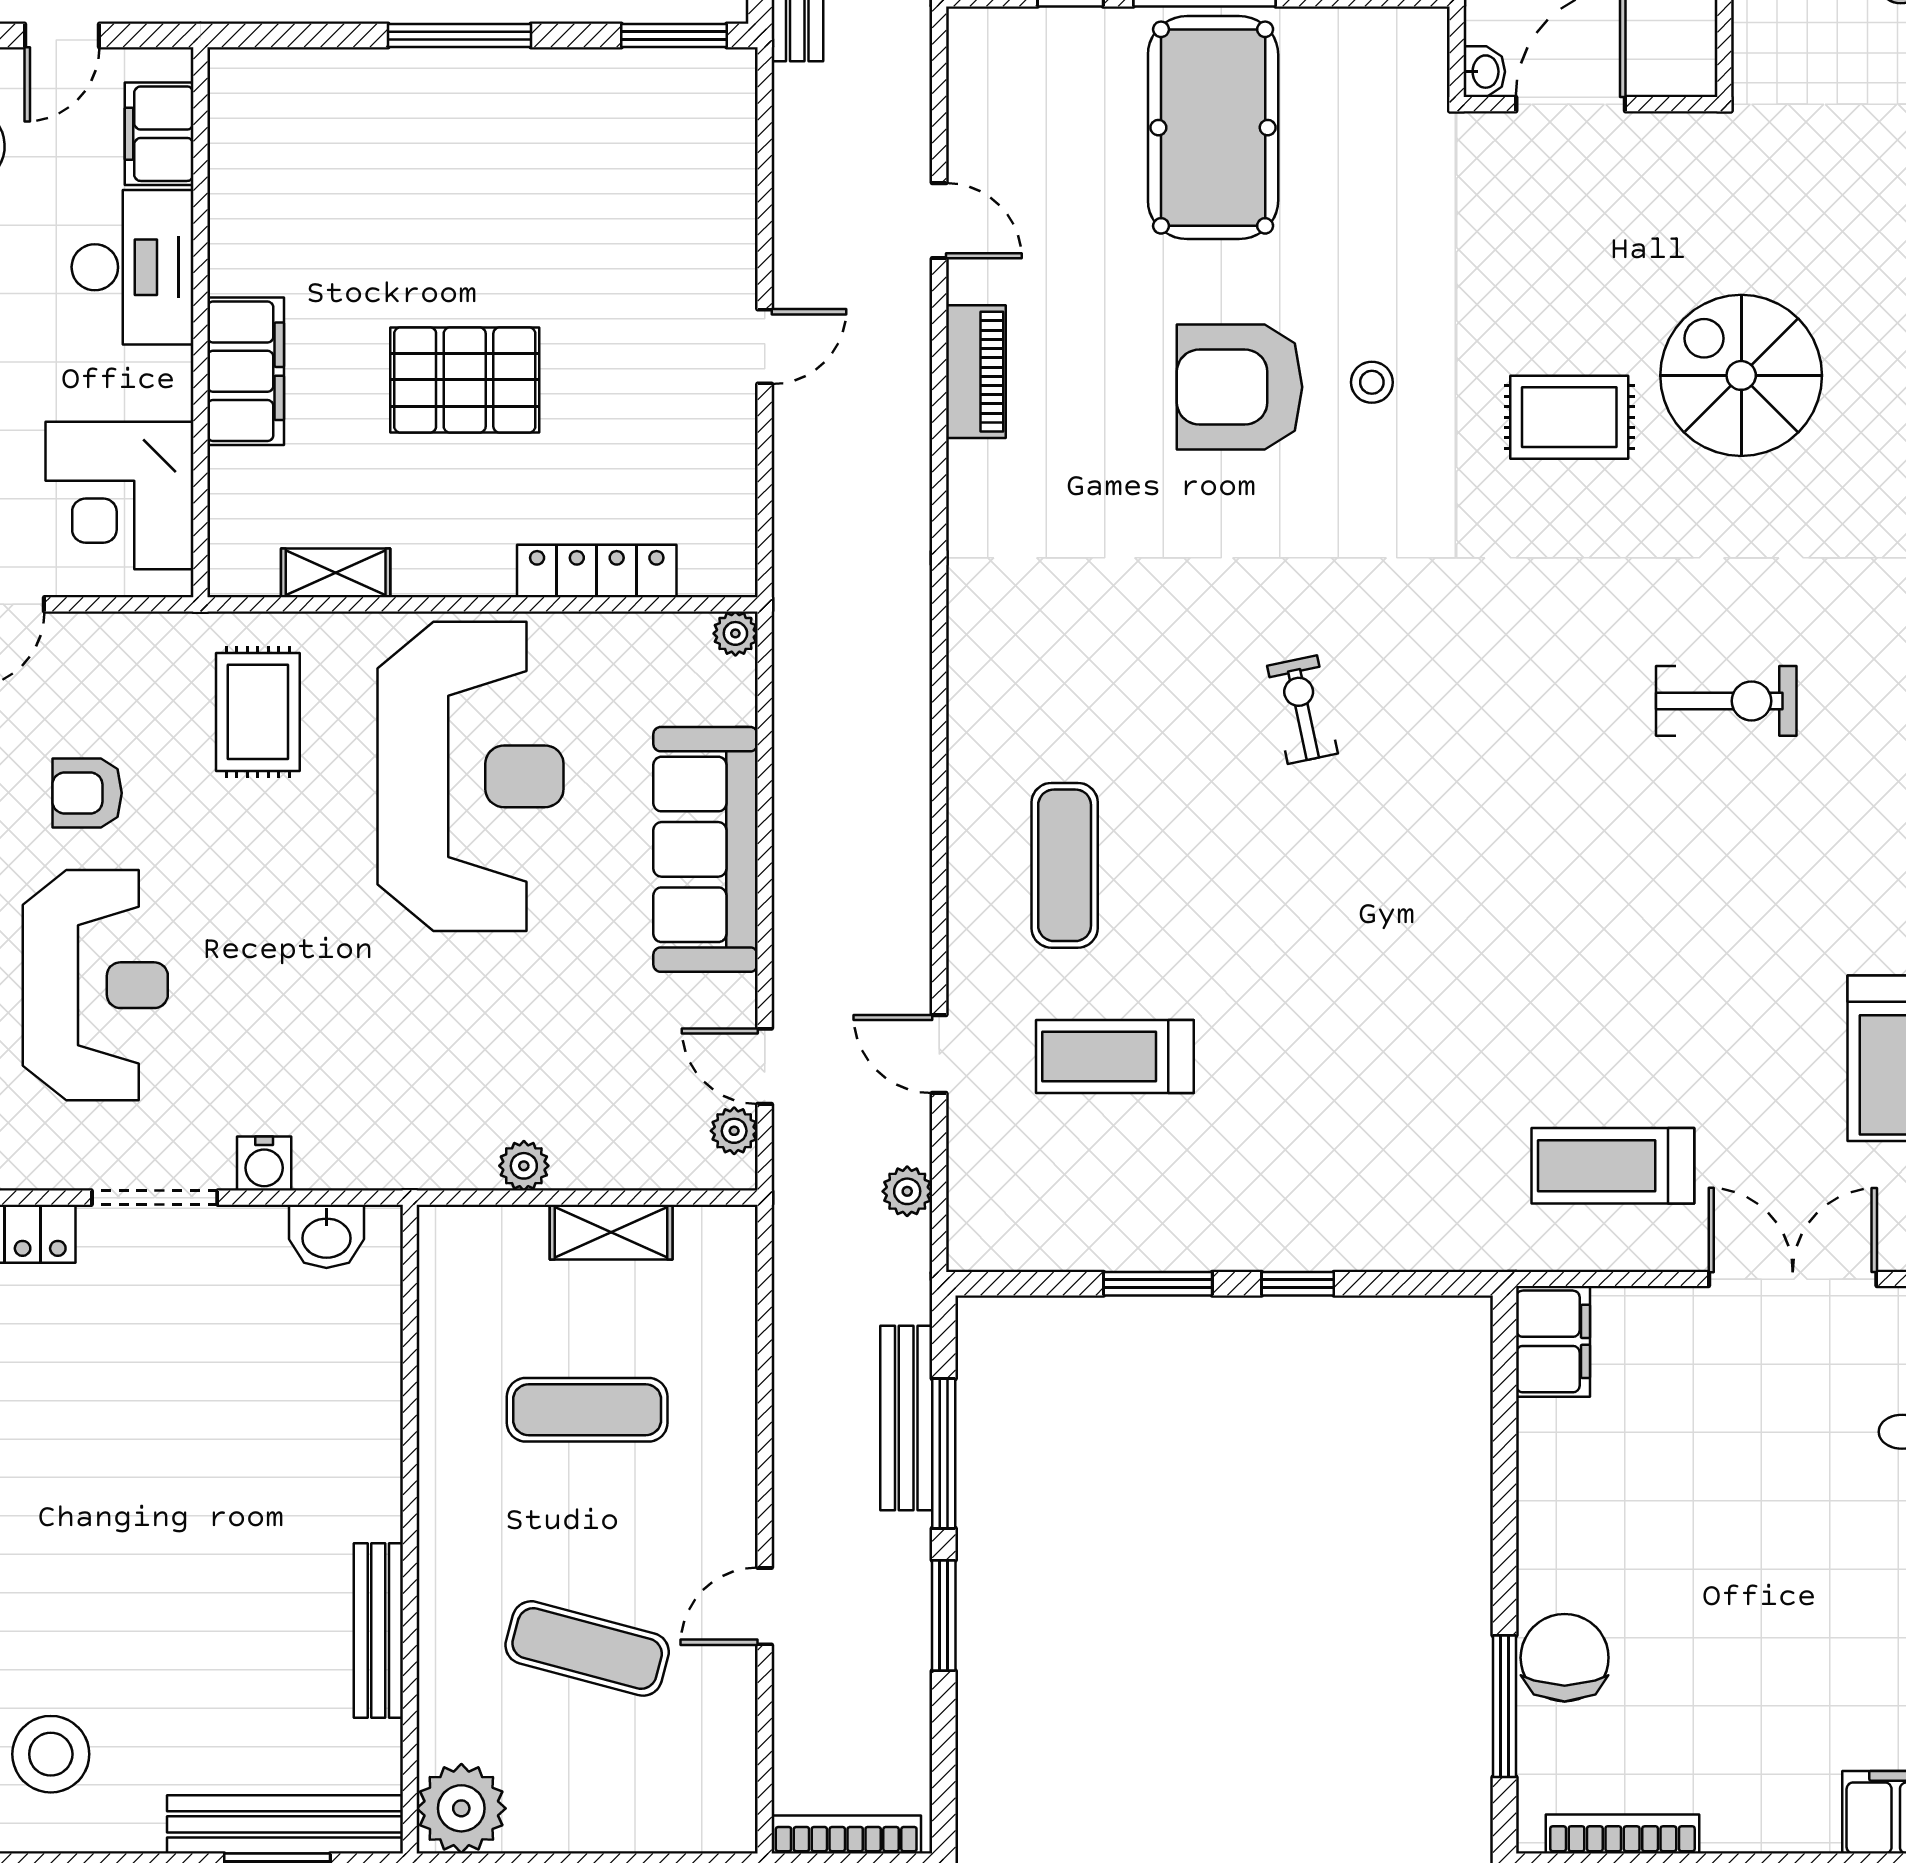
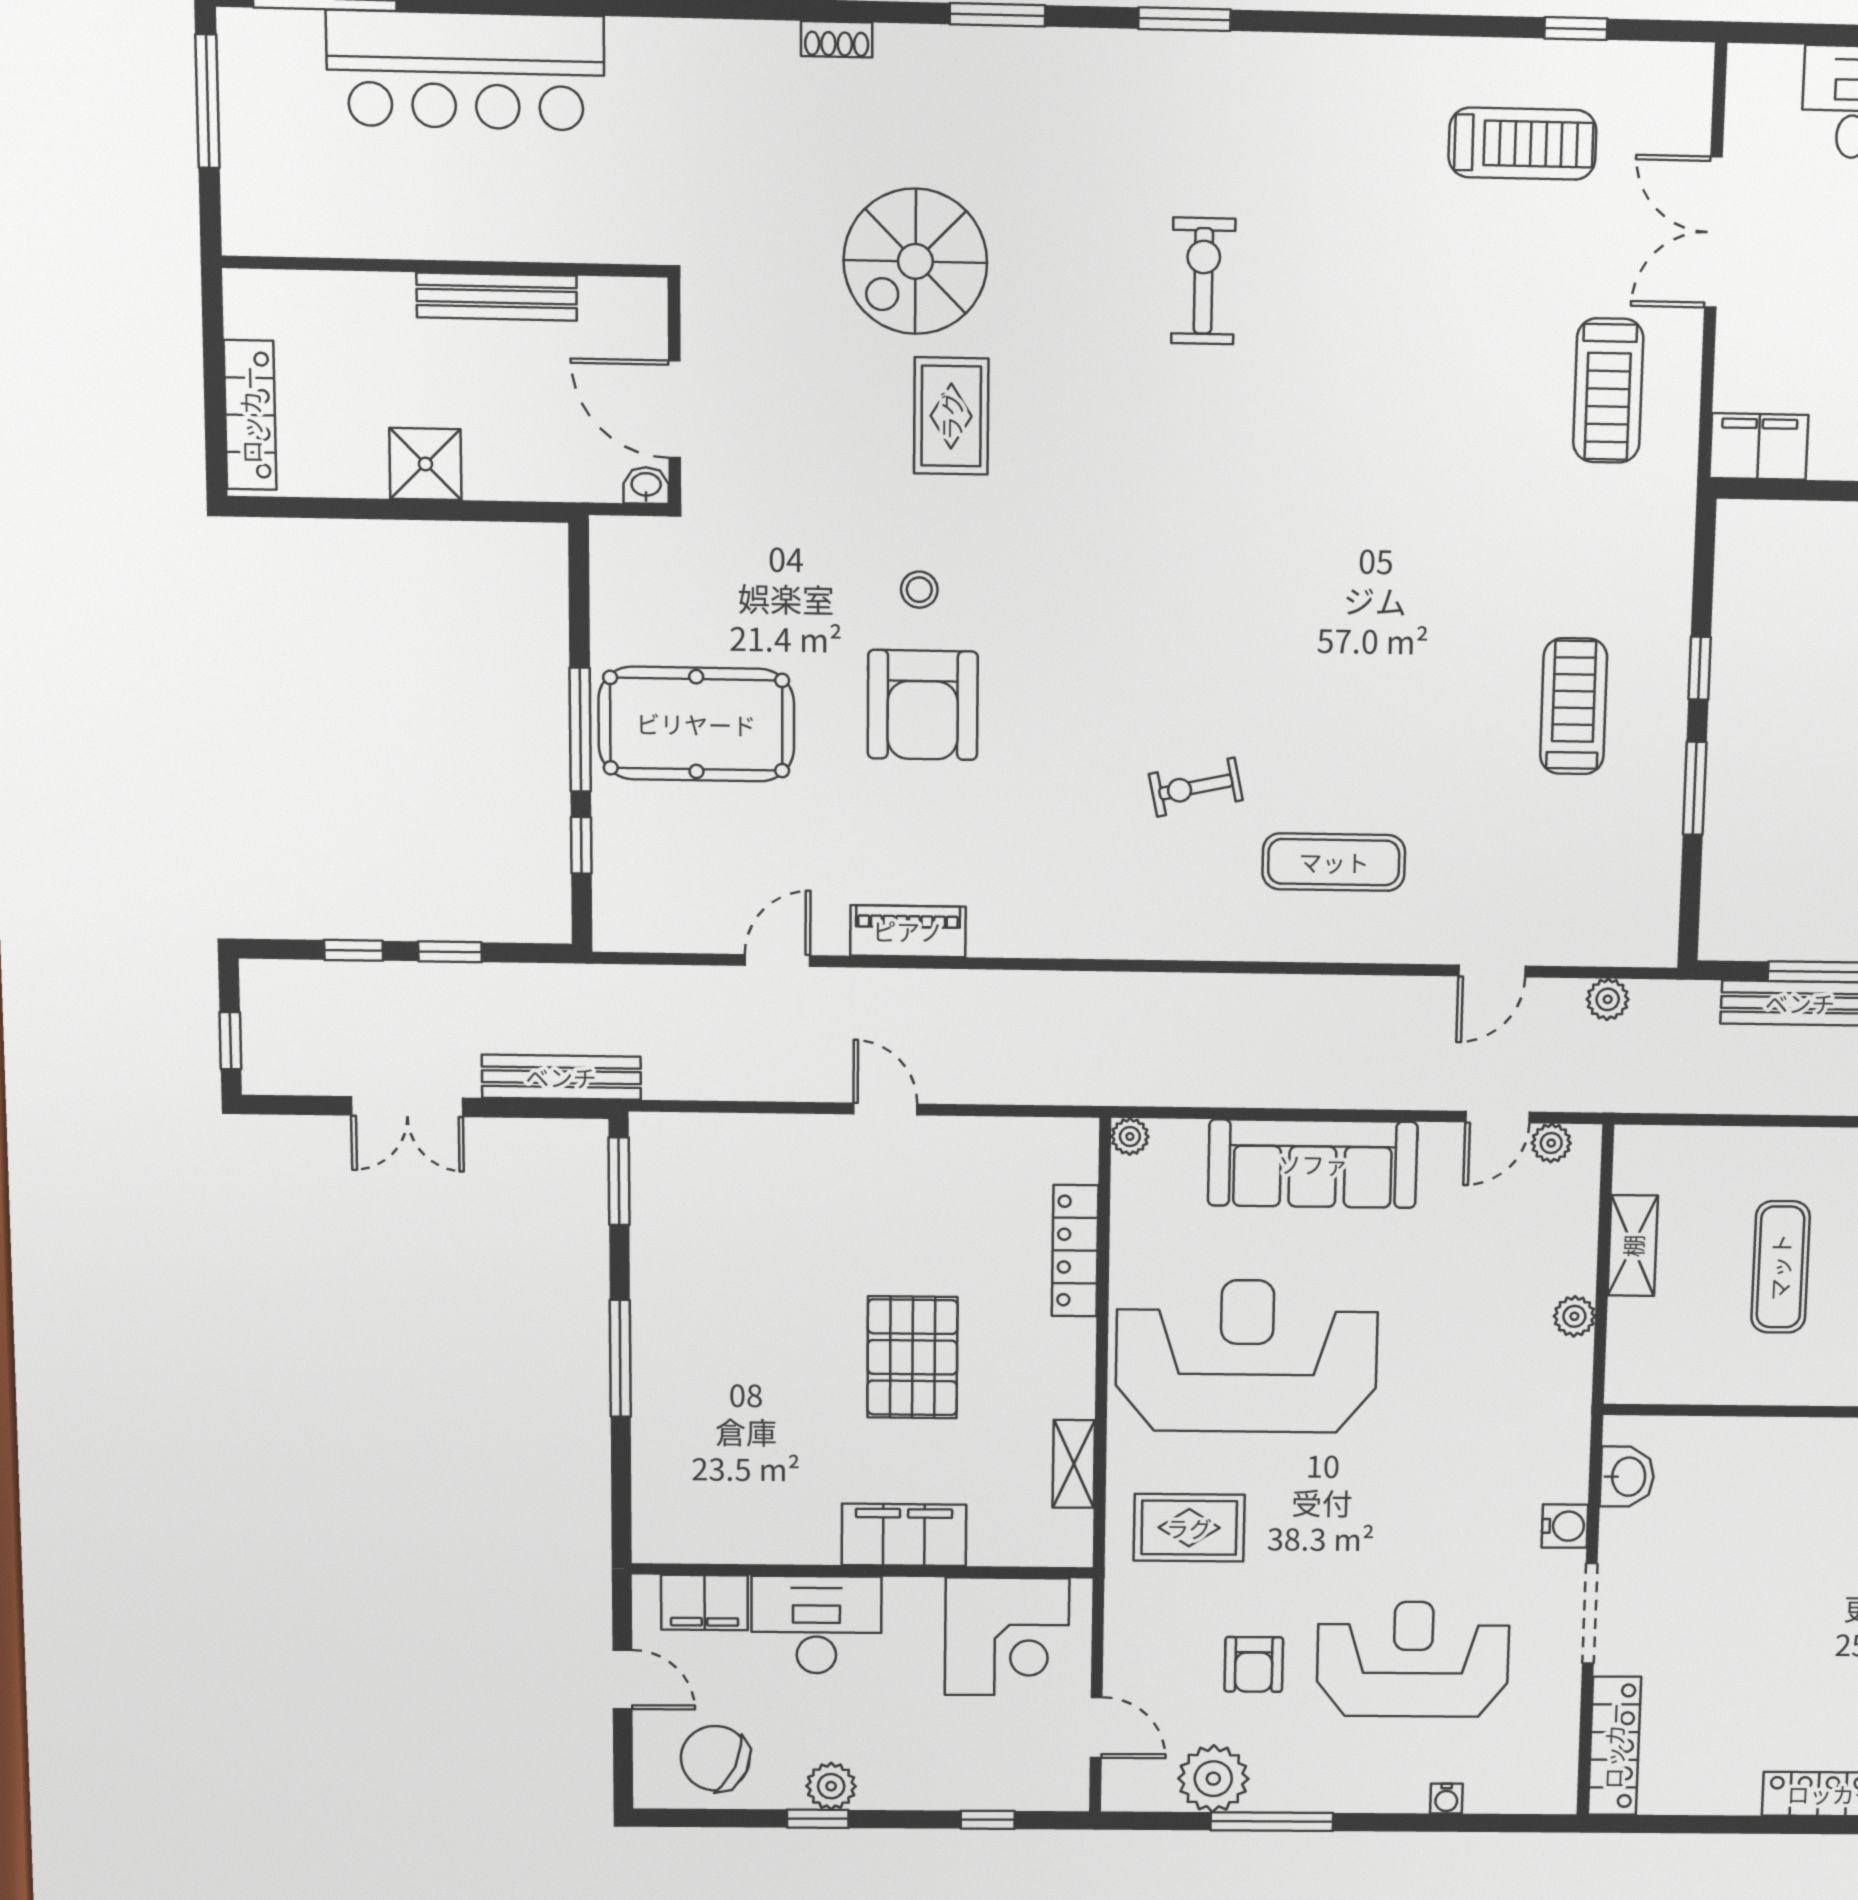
exercise bike: (1302, 710) -> (1196, 787), moved
treadmill: (1115, 1056) -> (1574, 706), moved, turned 180

